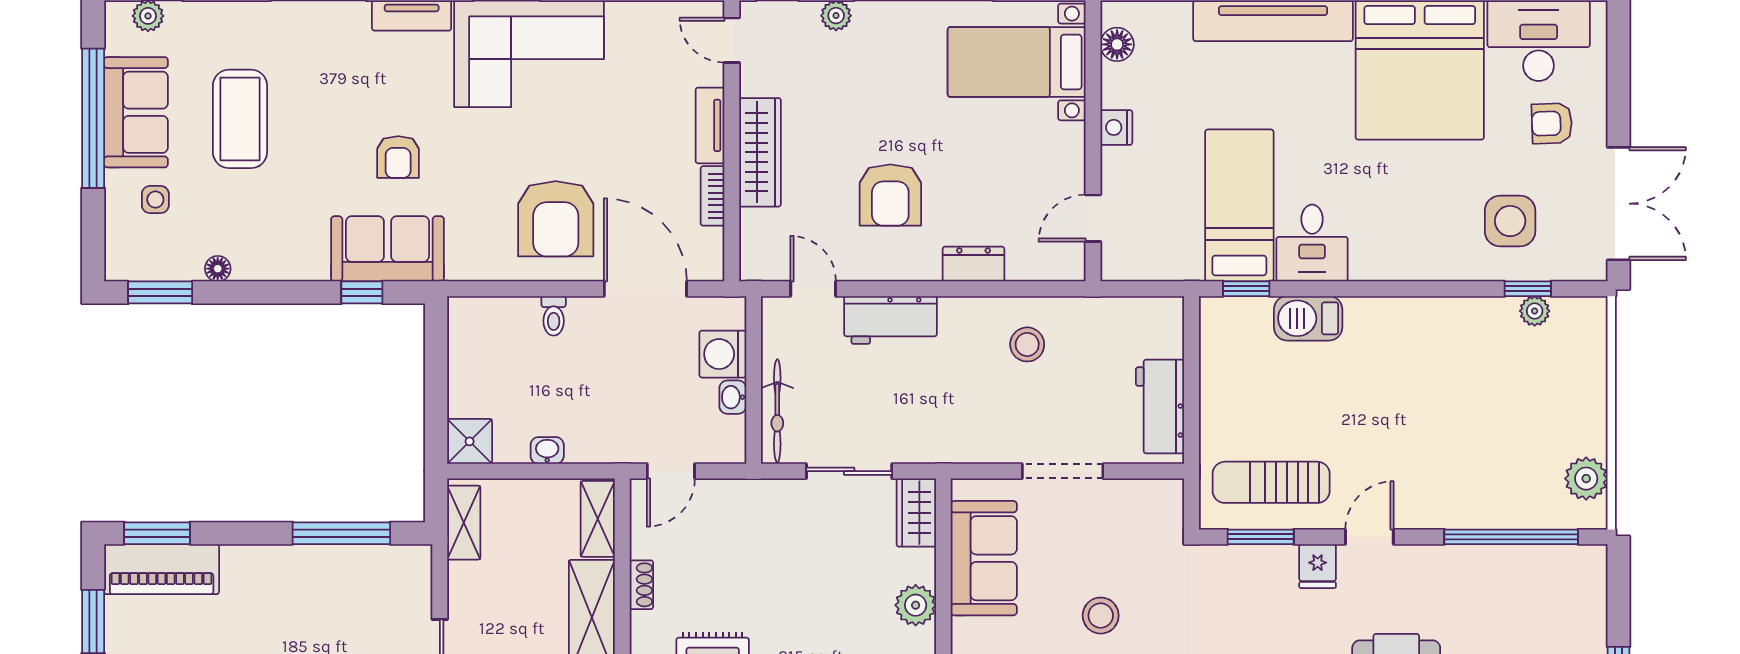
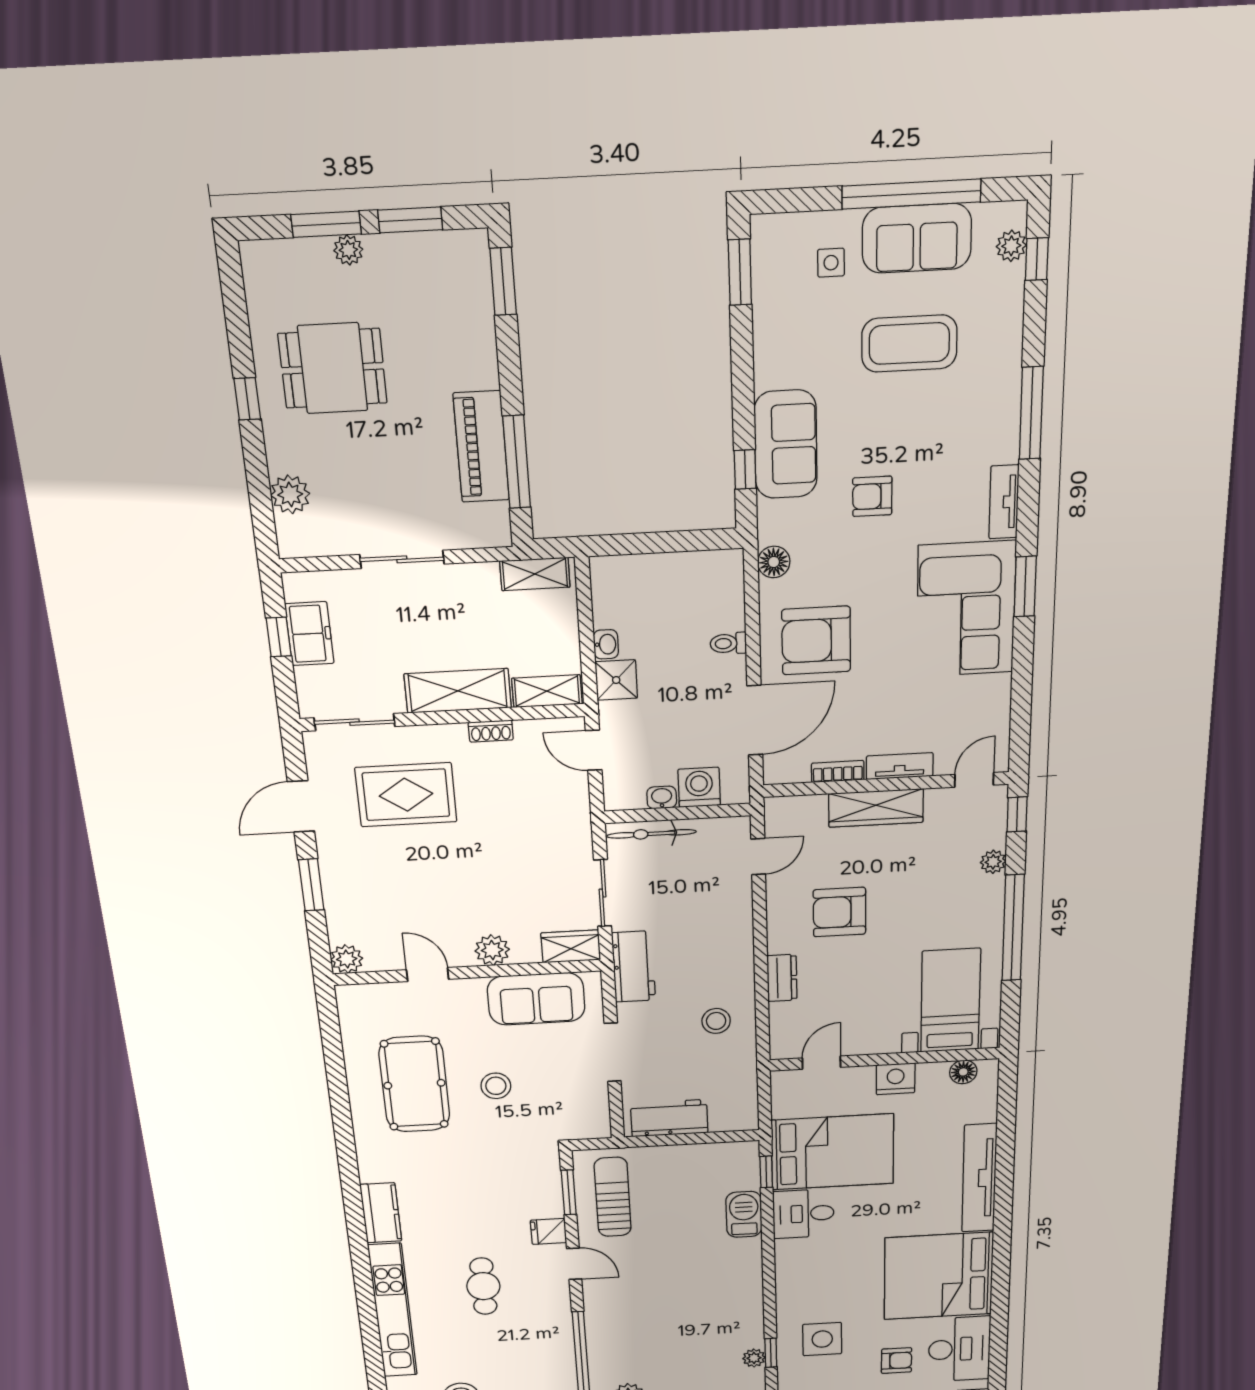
armchair: (1552, 123) -> (897, 1361), turned 92
nightstand: (1116, 127) -> (896, 1079), width x1.36, depth x1.33
bed: (1239, 205) -> (833, 1152), width x1.50
door: (1093, 218) -> (821, 1063), hinge flipped
sofa: (387, 249) -> (786, 444), moved
floor lamp: (218, 269) -> (774, 562), moved, width x1.37, depth x1.37
workbench: (890, 320) -> (634, 967), moved, turned 180
shower: (470, 441) -> (616, 680), moved
piano: (162, 569) -> (481, 447), moved

